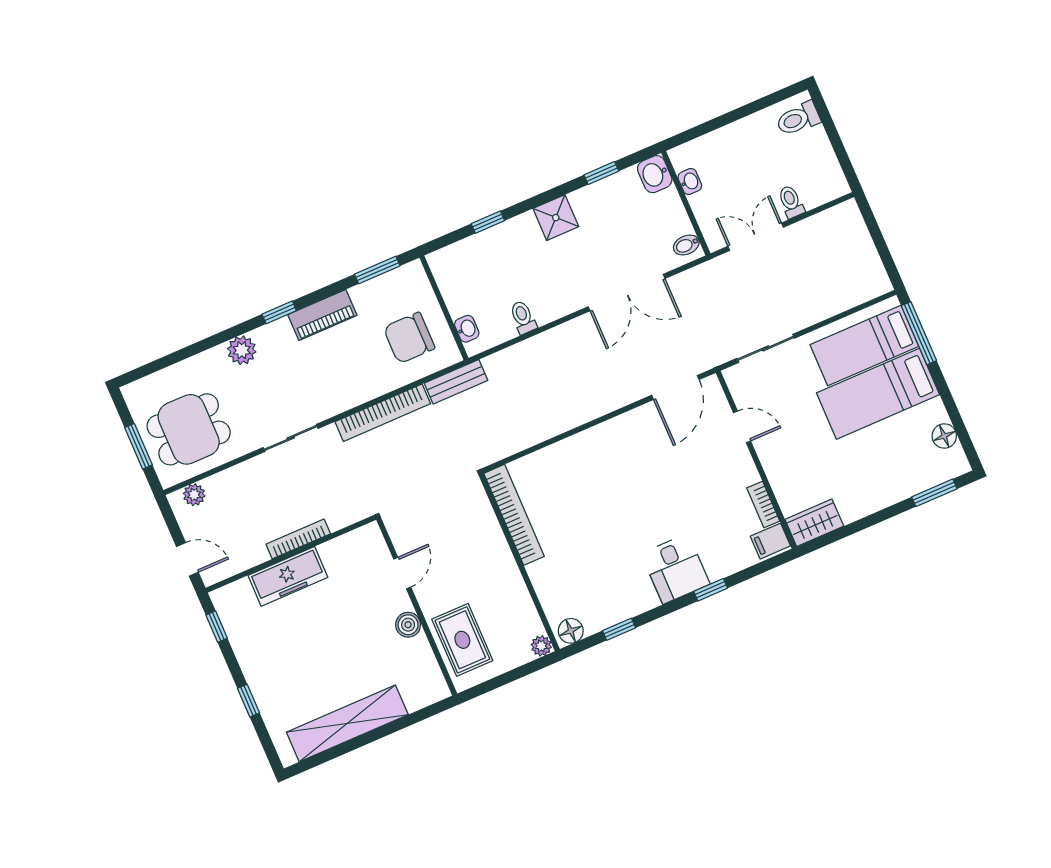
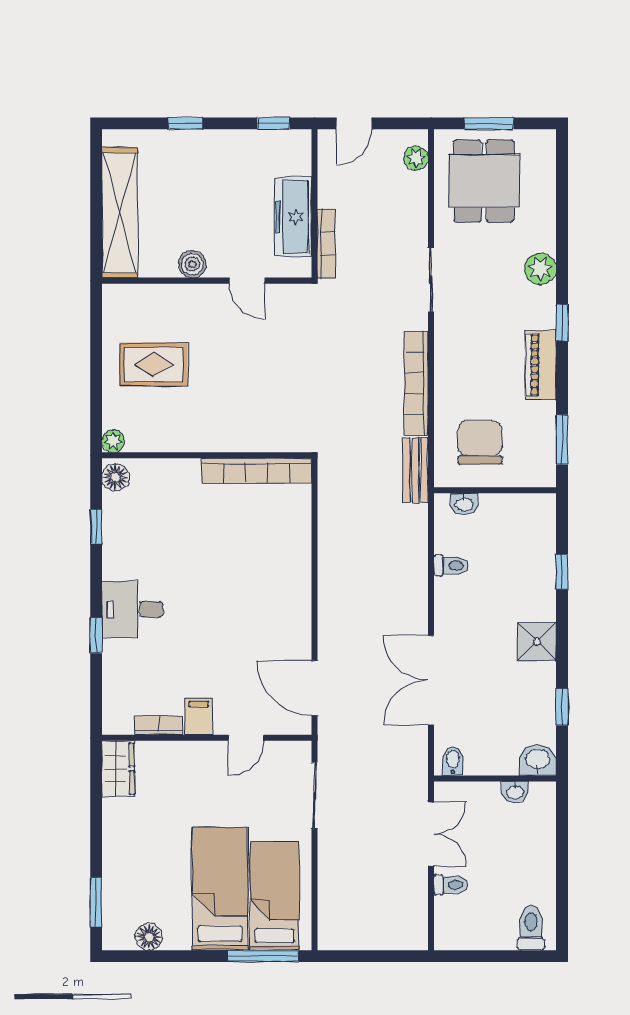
filing cabinet: (770, 541) -> (199, 717), moved
door: (402, 573) -> (247, 281), moved
wall: (417, 607) -> (207, 281), moved
boiler: (408, 625) -> (192, 264), moved

